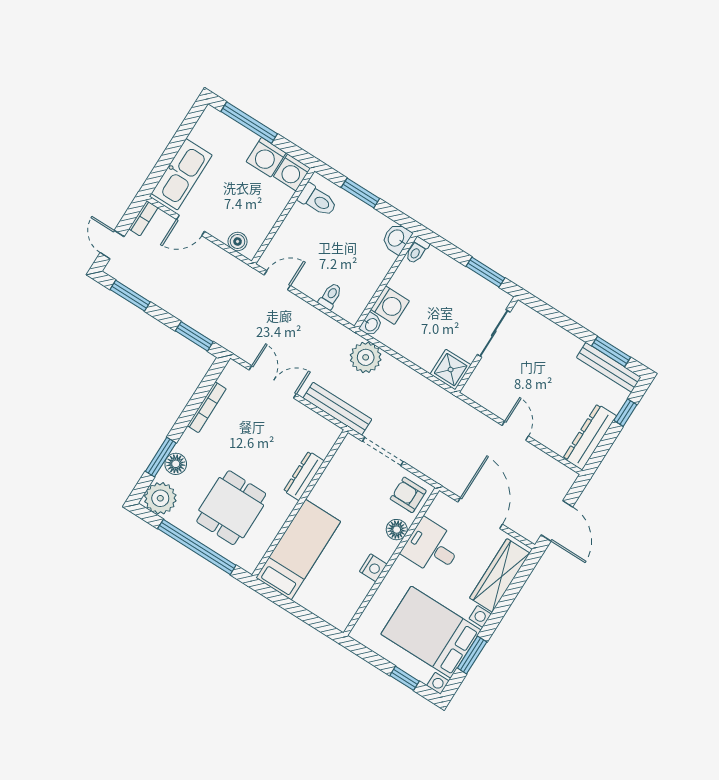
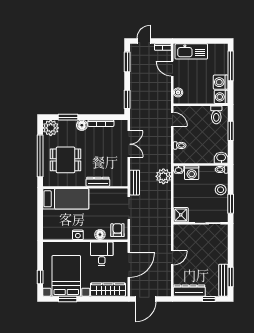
stool: (451, 274) -> (221, 190), added
bench: (337, 409) -> (135, 183), width x0.73
floor lamp: (176, 464) -> (82, 125), moved

